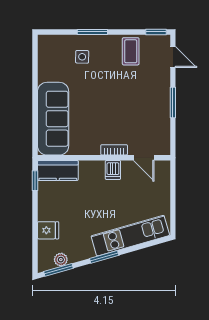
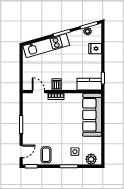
plant: (55, 44) -> (91, 159), added
door: (173, 57) -> (21, 151), swing flipped

